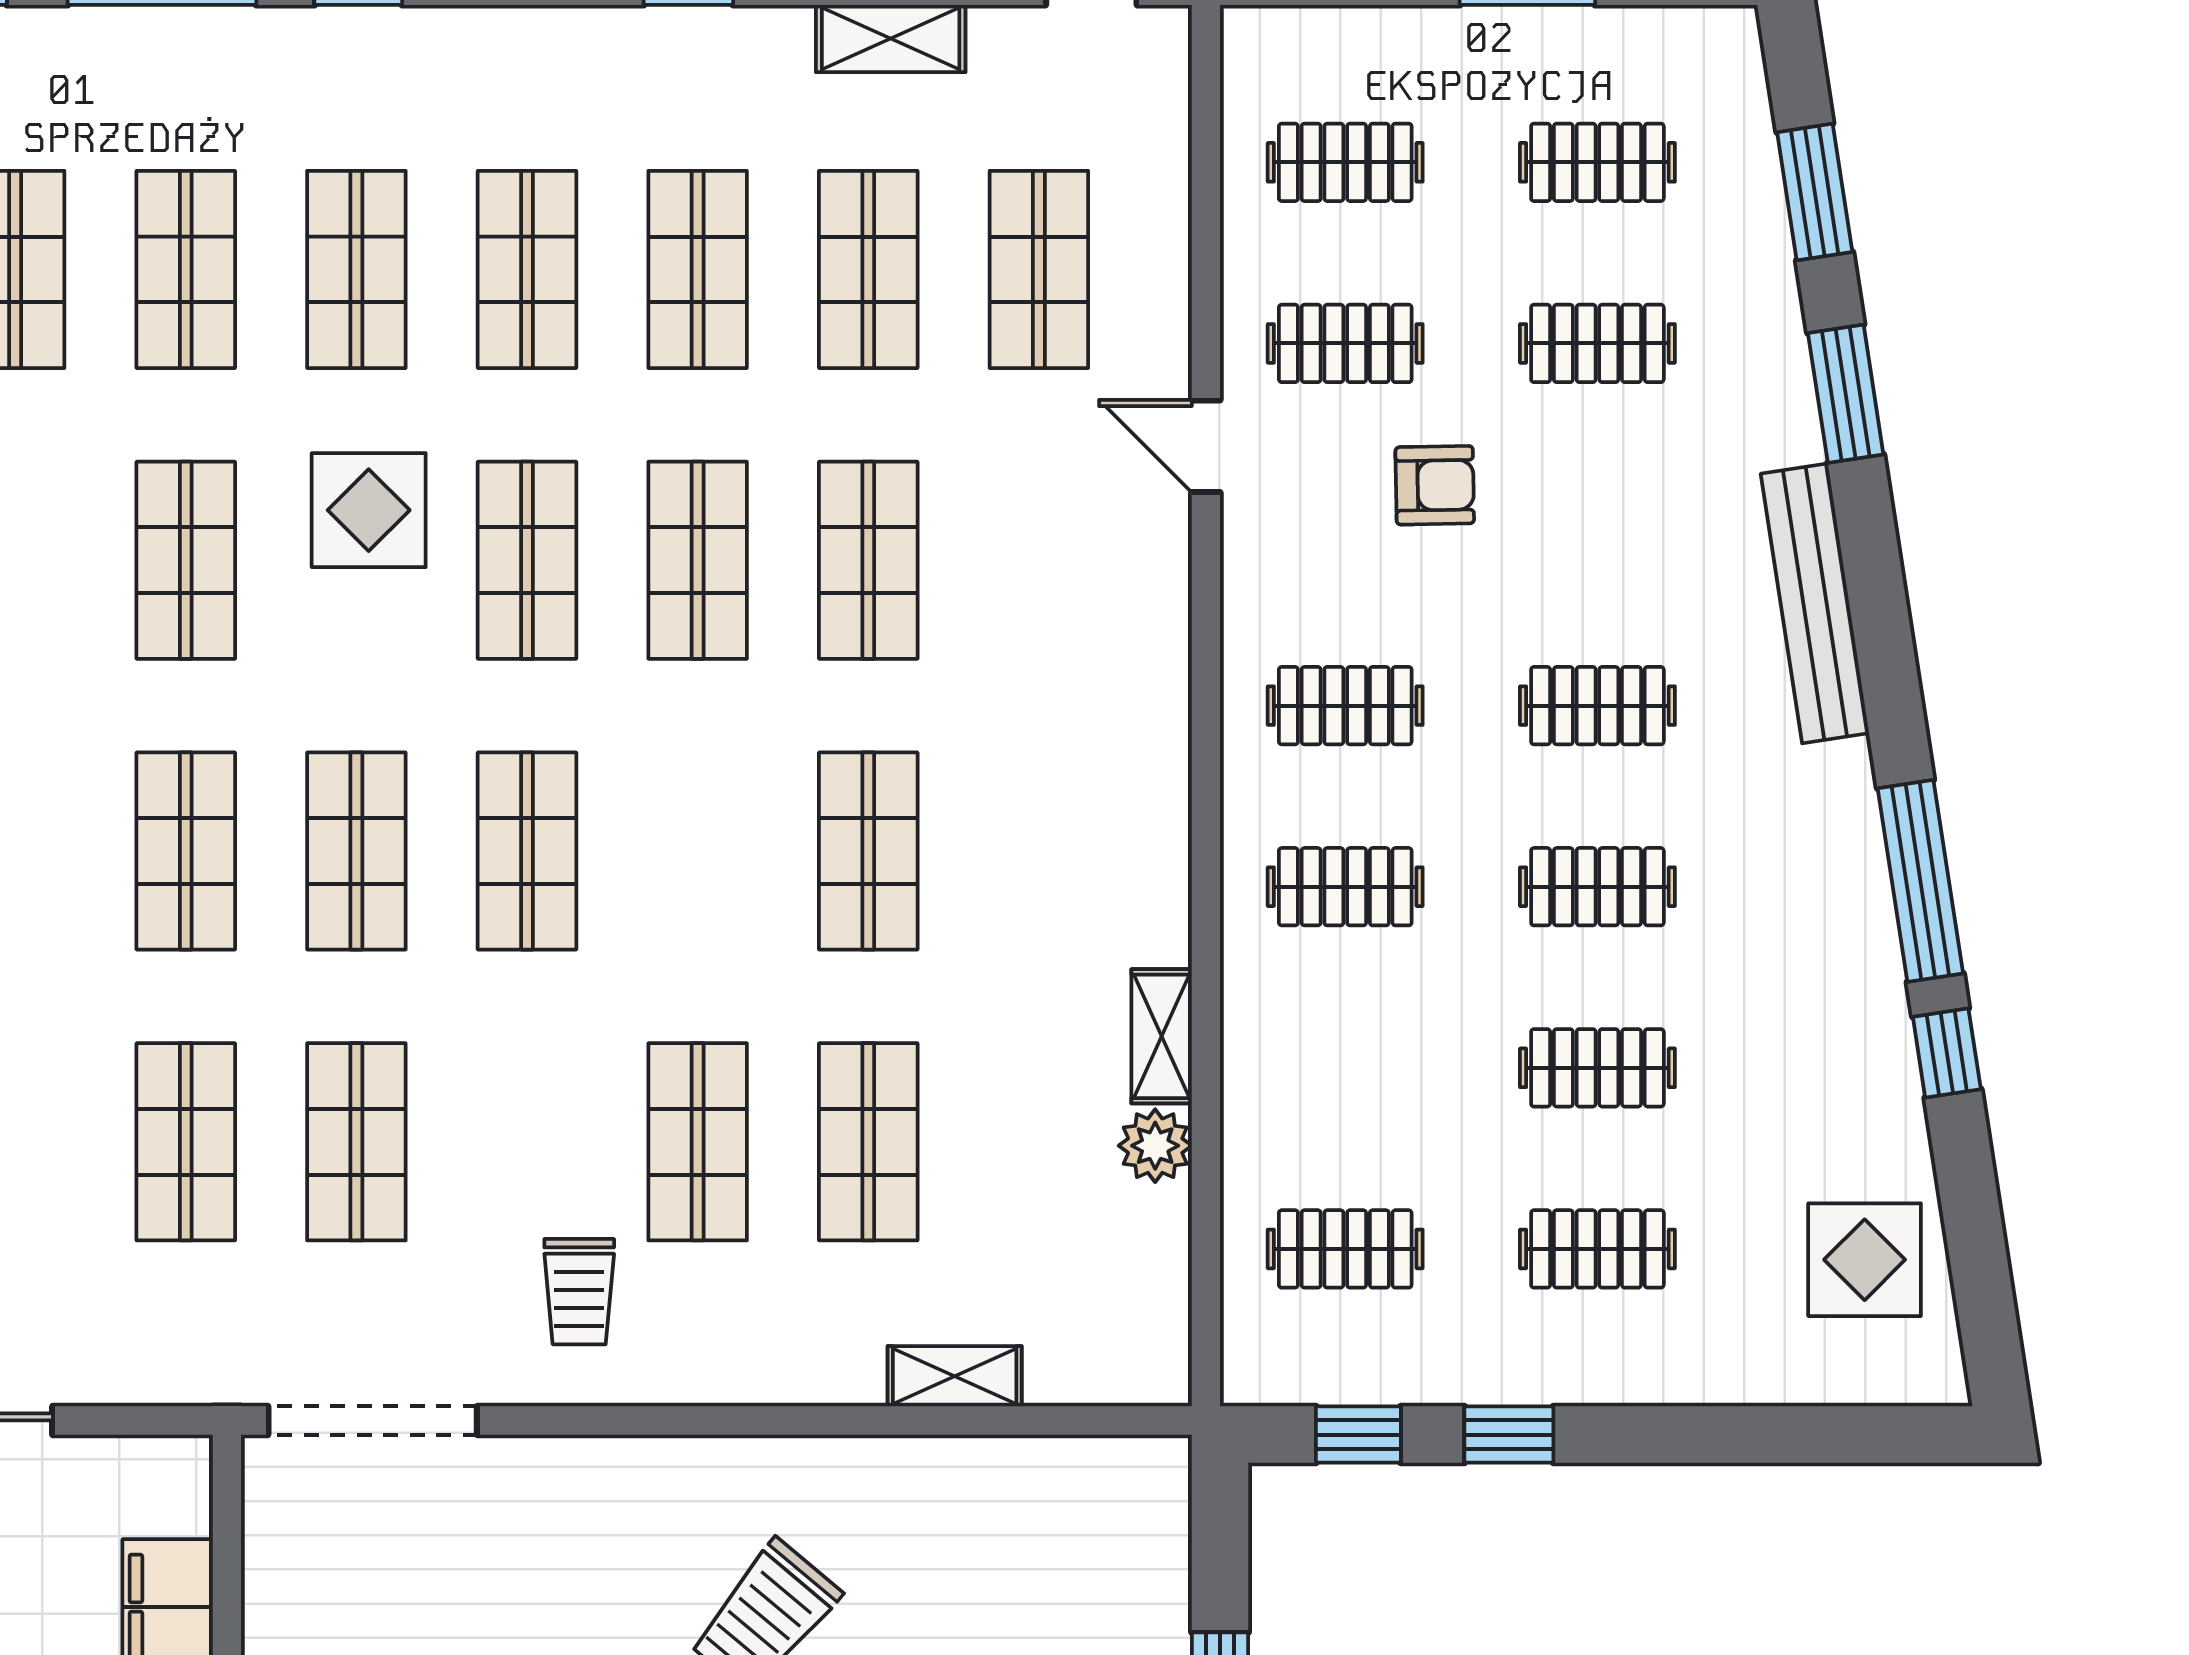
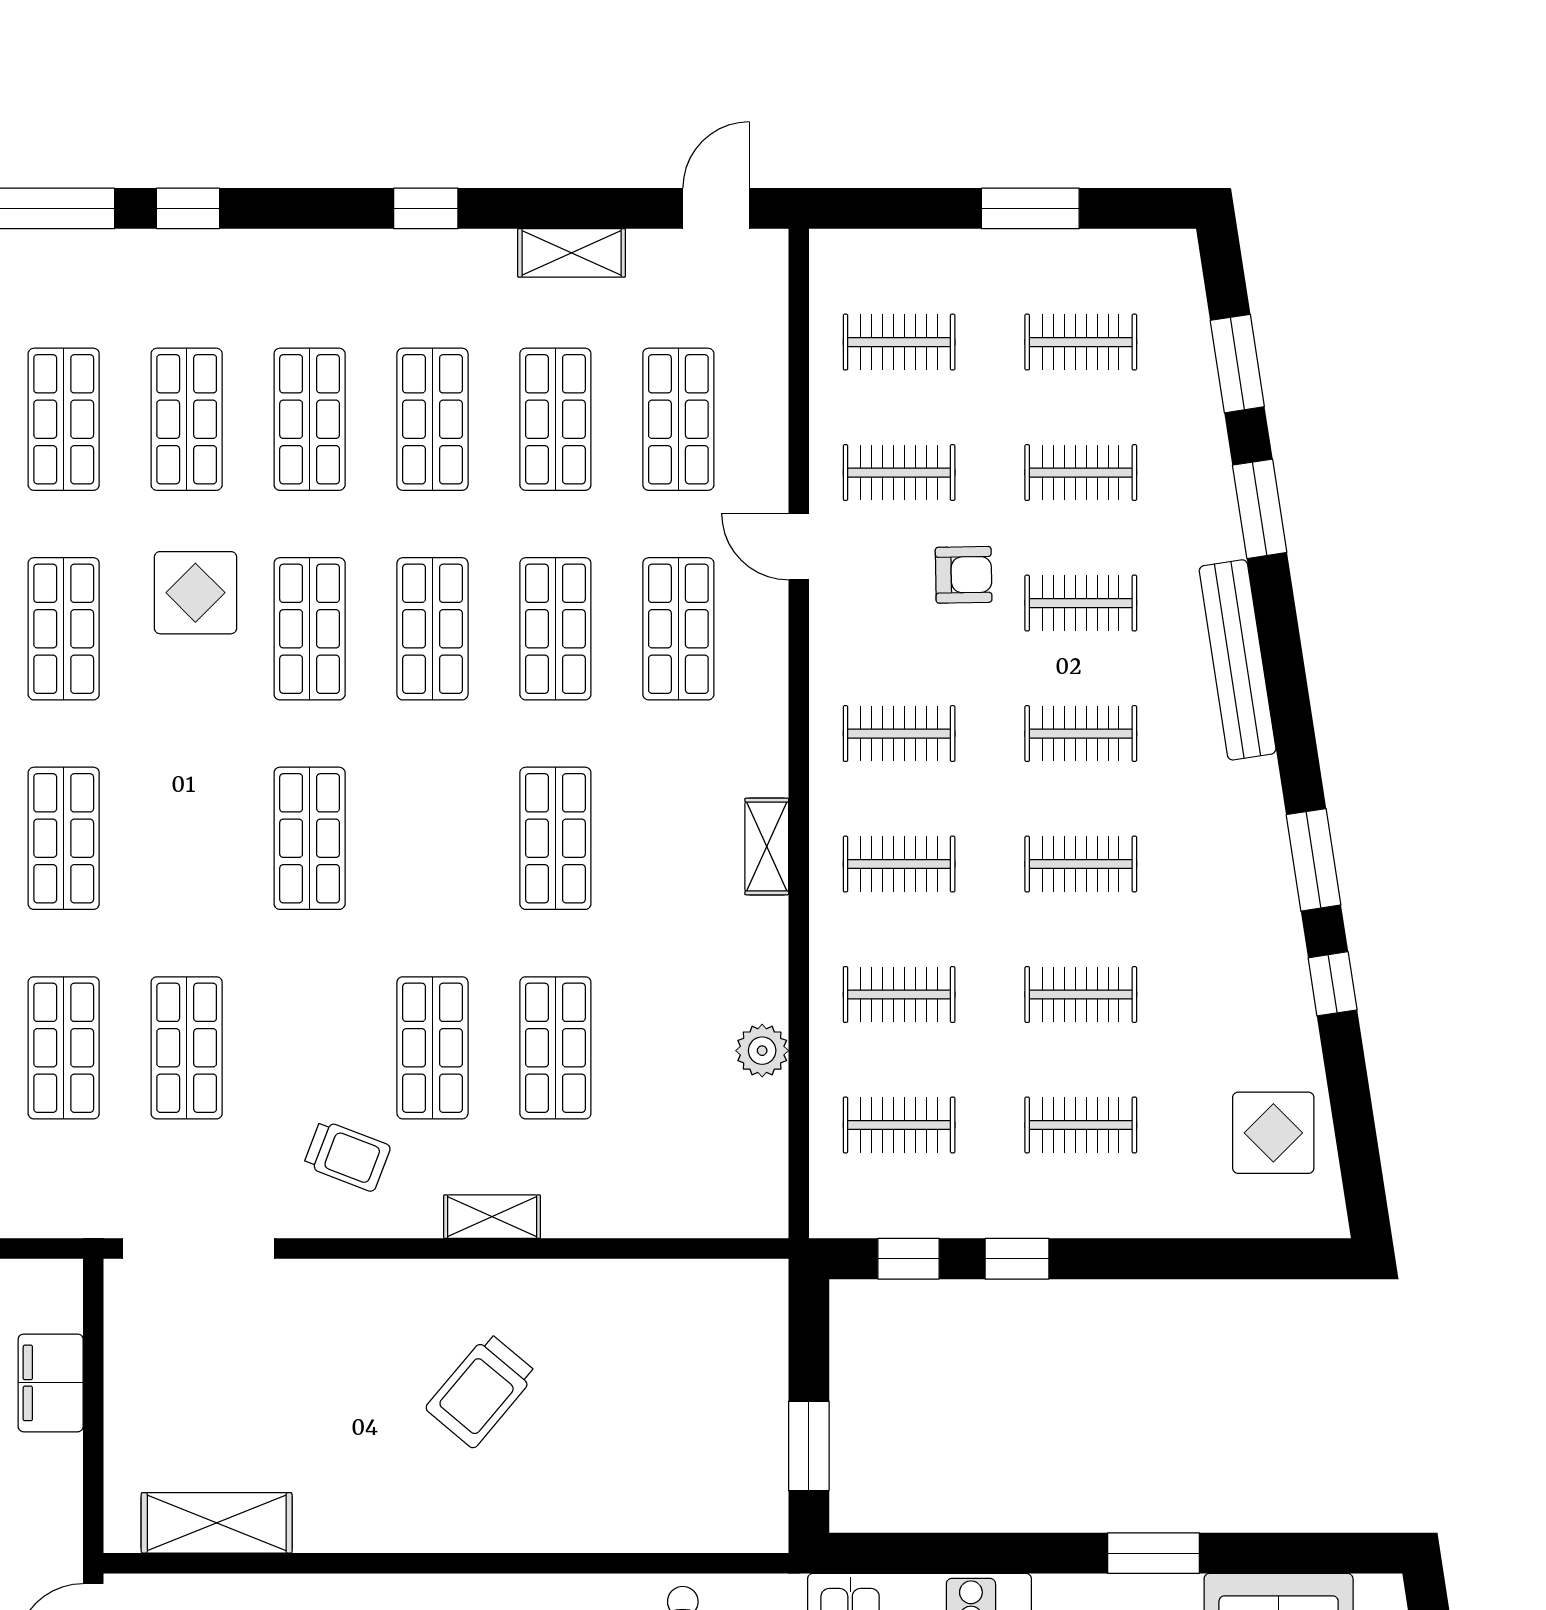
clothes rail: (1597, 525) -> (1081, 603), added
shop shelf: (356, 851) -> (678, 629), moved
window: (1920, 881) -> (1314, 860), width x0.69
shelving: (1162, 1036) -> (767, 847), moved
clothes rail: (1345, 1068) -> (899, 995), added
trolley: (579, 1292) -> (347, 1156), turned -69
shelving: (955, 1376) -> (492, 1217), moved

